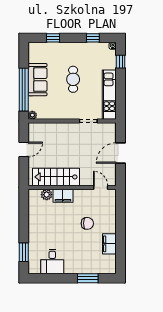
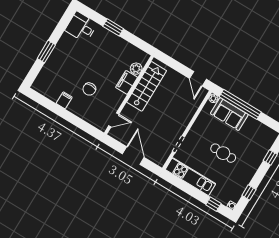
sofa: (37, 80) -> (229, 114), moved
door: (24, 150) -> (198, 79), moved
filing cabinet: (109, 244) -> (64, 100), width x0.50
window: (24, 252) -> (113, 27), moved
desk: (52, 262) -> (81, 27), moved
window: (88, 278) -> (46, 52), moved

